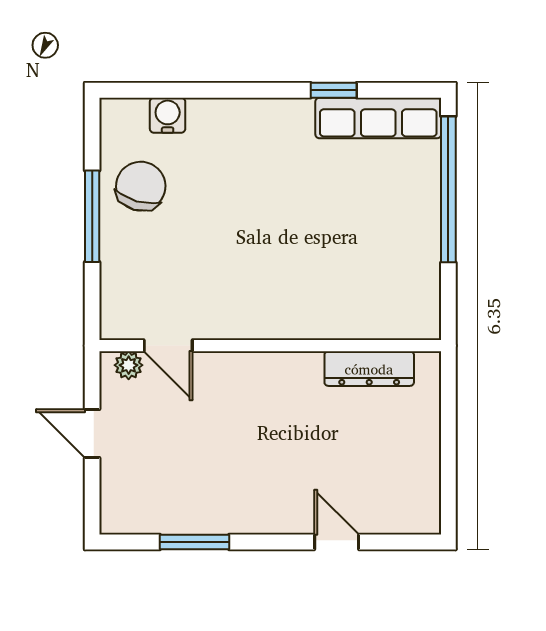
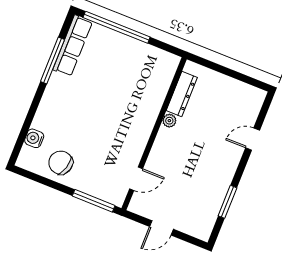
window: (334, 90) -> (52, 61), width x2.17
window: (92, 216) -> (94, 201), moved
plant: (129, 365) -> (169, 121), moved

